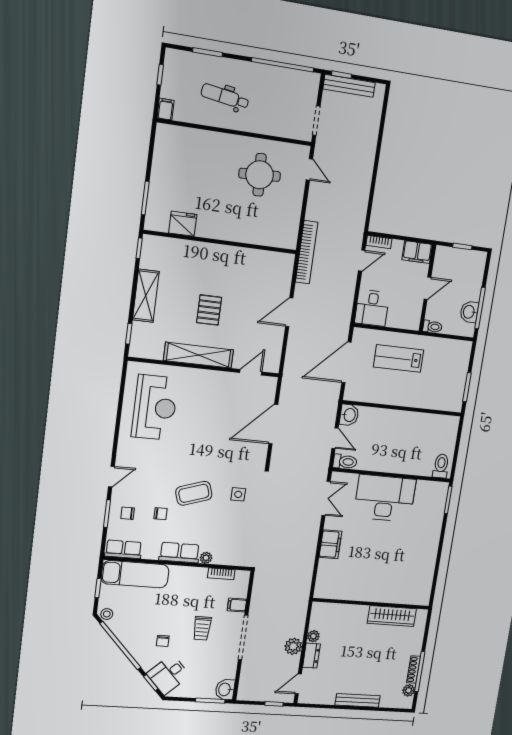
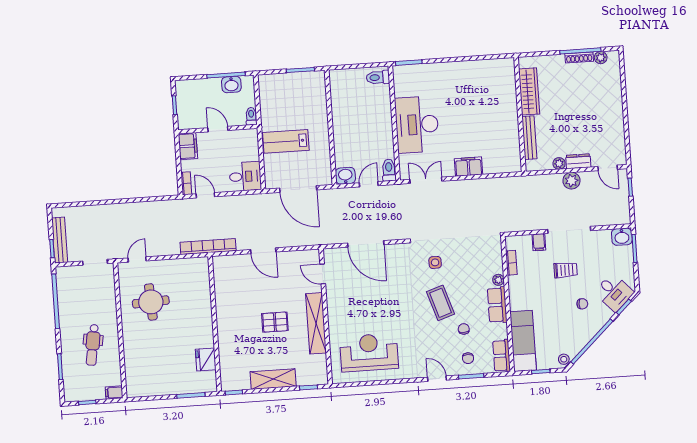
lab bench: (399, 358) -> (286, 141), turned 90
bench: (358, 700) -> (529, 138), moved

